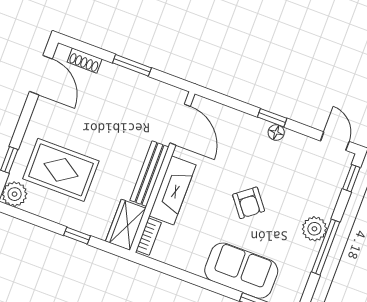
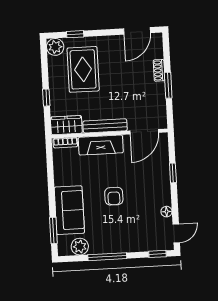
shoe rack: (85, 61) -> (159, 70), moved
window: (272, 118) -> (173, 173), moved
floor lamp: (276, 132) -> (166, 212), moved
armchair: (249, 203) -> (114, 196), turned -52
plant: (314, 229) -> (80, 247), moved

